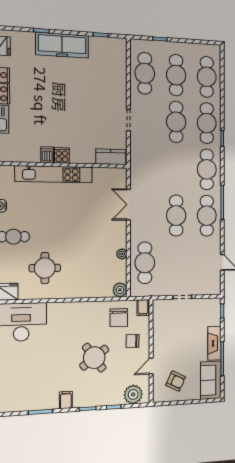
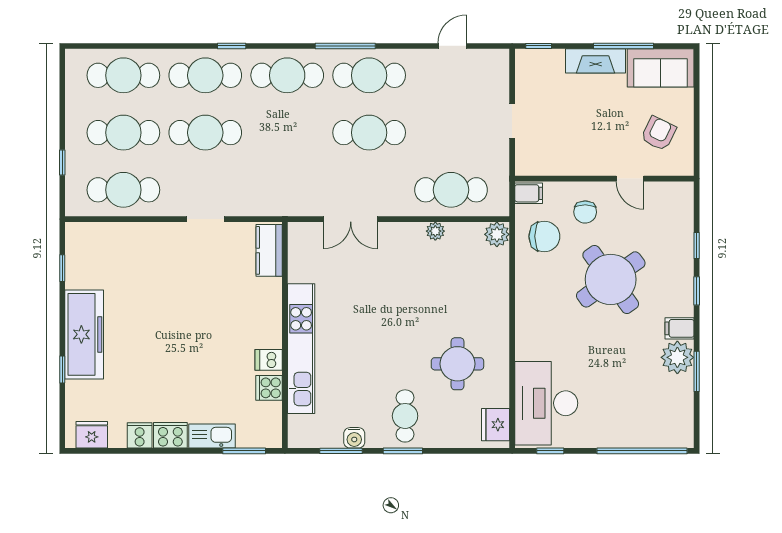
cooker: (62, 155) -> (269, 388), moved
round table: (94, 358) -> (611, 279), width x1.36, depth x1.36
plant: (133, 394) -> (677, 357), moved

